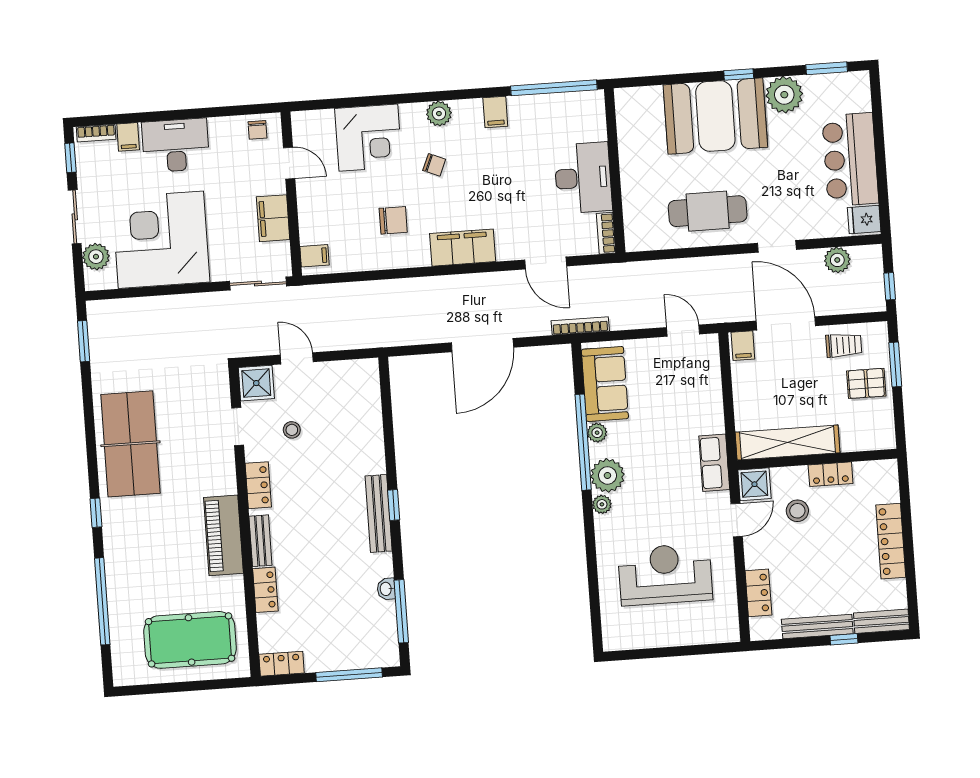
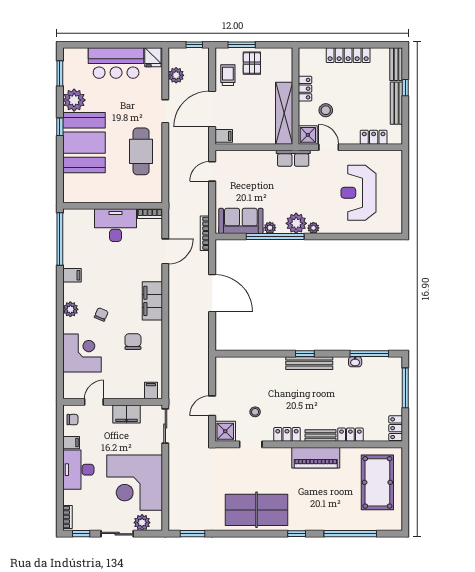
filing cabinet: (128, 137) -> (71, 443), moved

